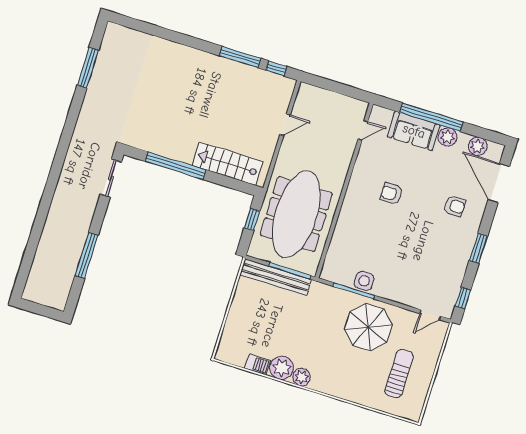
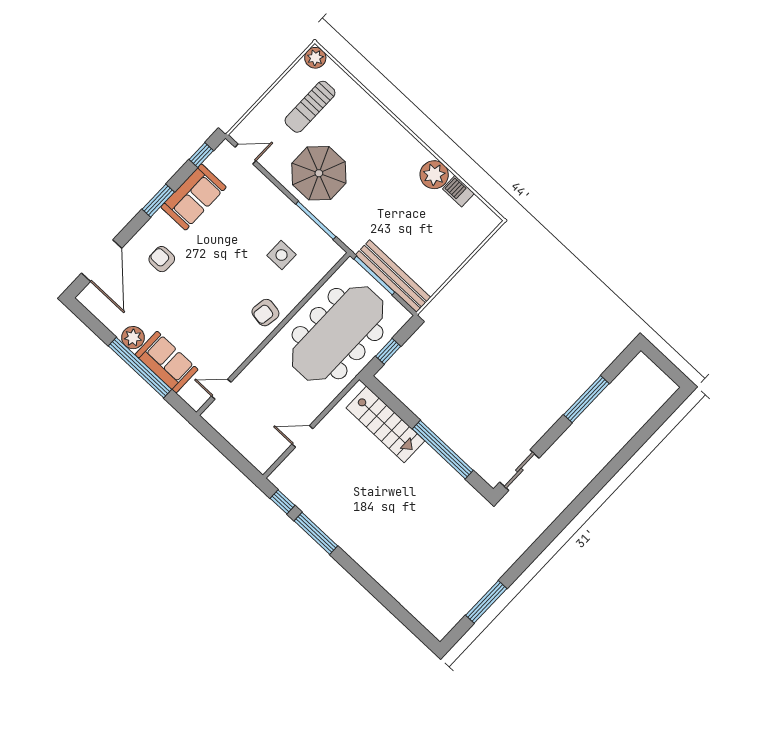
plant: (478, 146) -> (105, 312), removed
armchair: (391, 194) -> (265, 313), moved, turned 99
sofa: (453, 264) -> (193, 197), added
side table: (364, 281) -> (282, 255), moved
plant: (302, 377) -> (315, 58), moved

